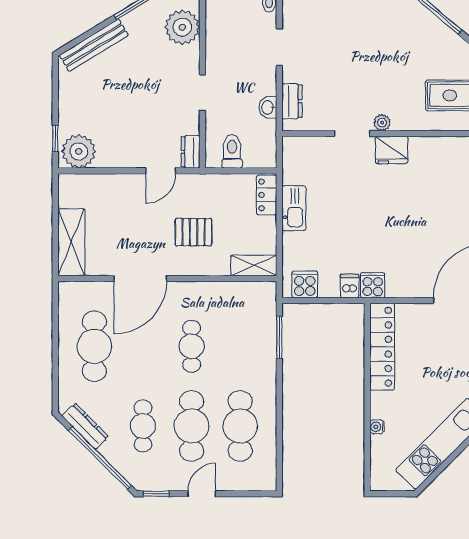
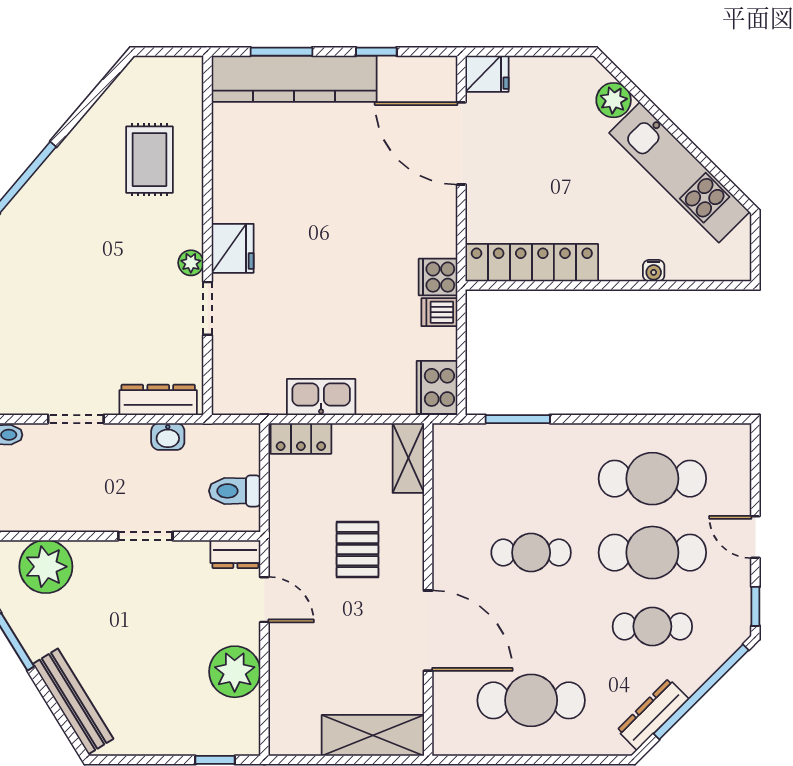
dresser: (292, 101) -> (158, 400), width x1.44
plant: (79, 151) -> (235, 672), moved
cooker: (305, 284) -> (437, 387), width x1.36

